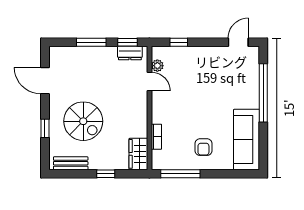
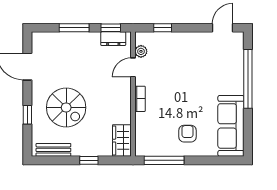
door: (149, 82) -> (133, 67), swing flipped
bookcase: (156, 137) -> (140, 99), moved
armchair: (203, 147) -> (187, 134), turned 180

